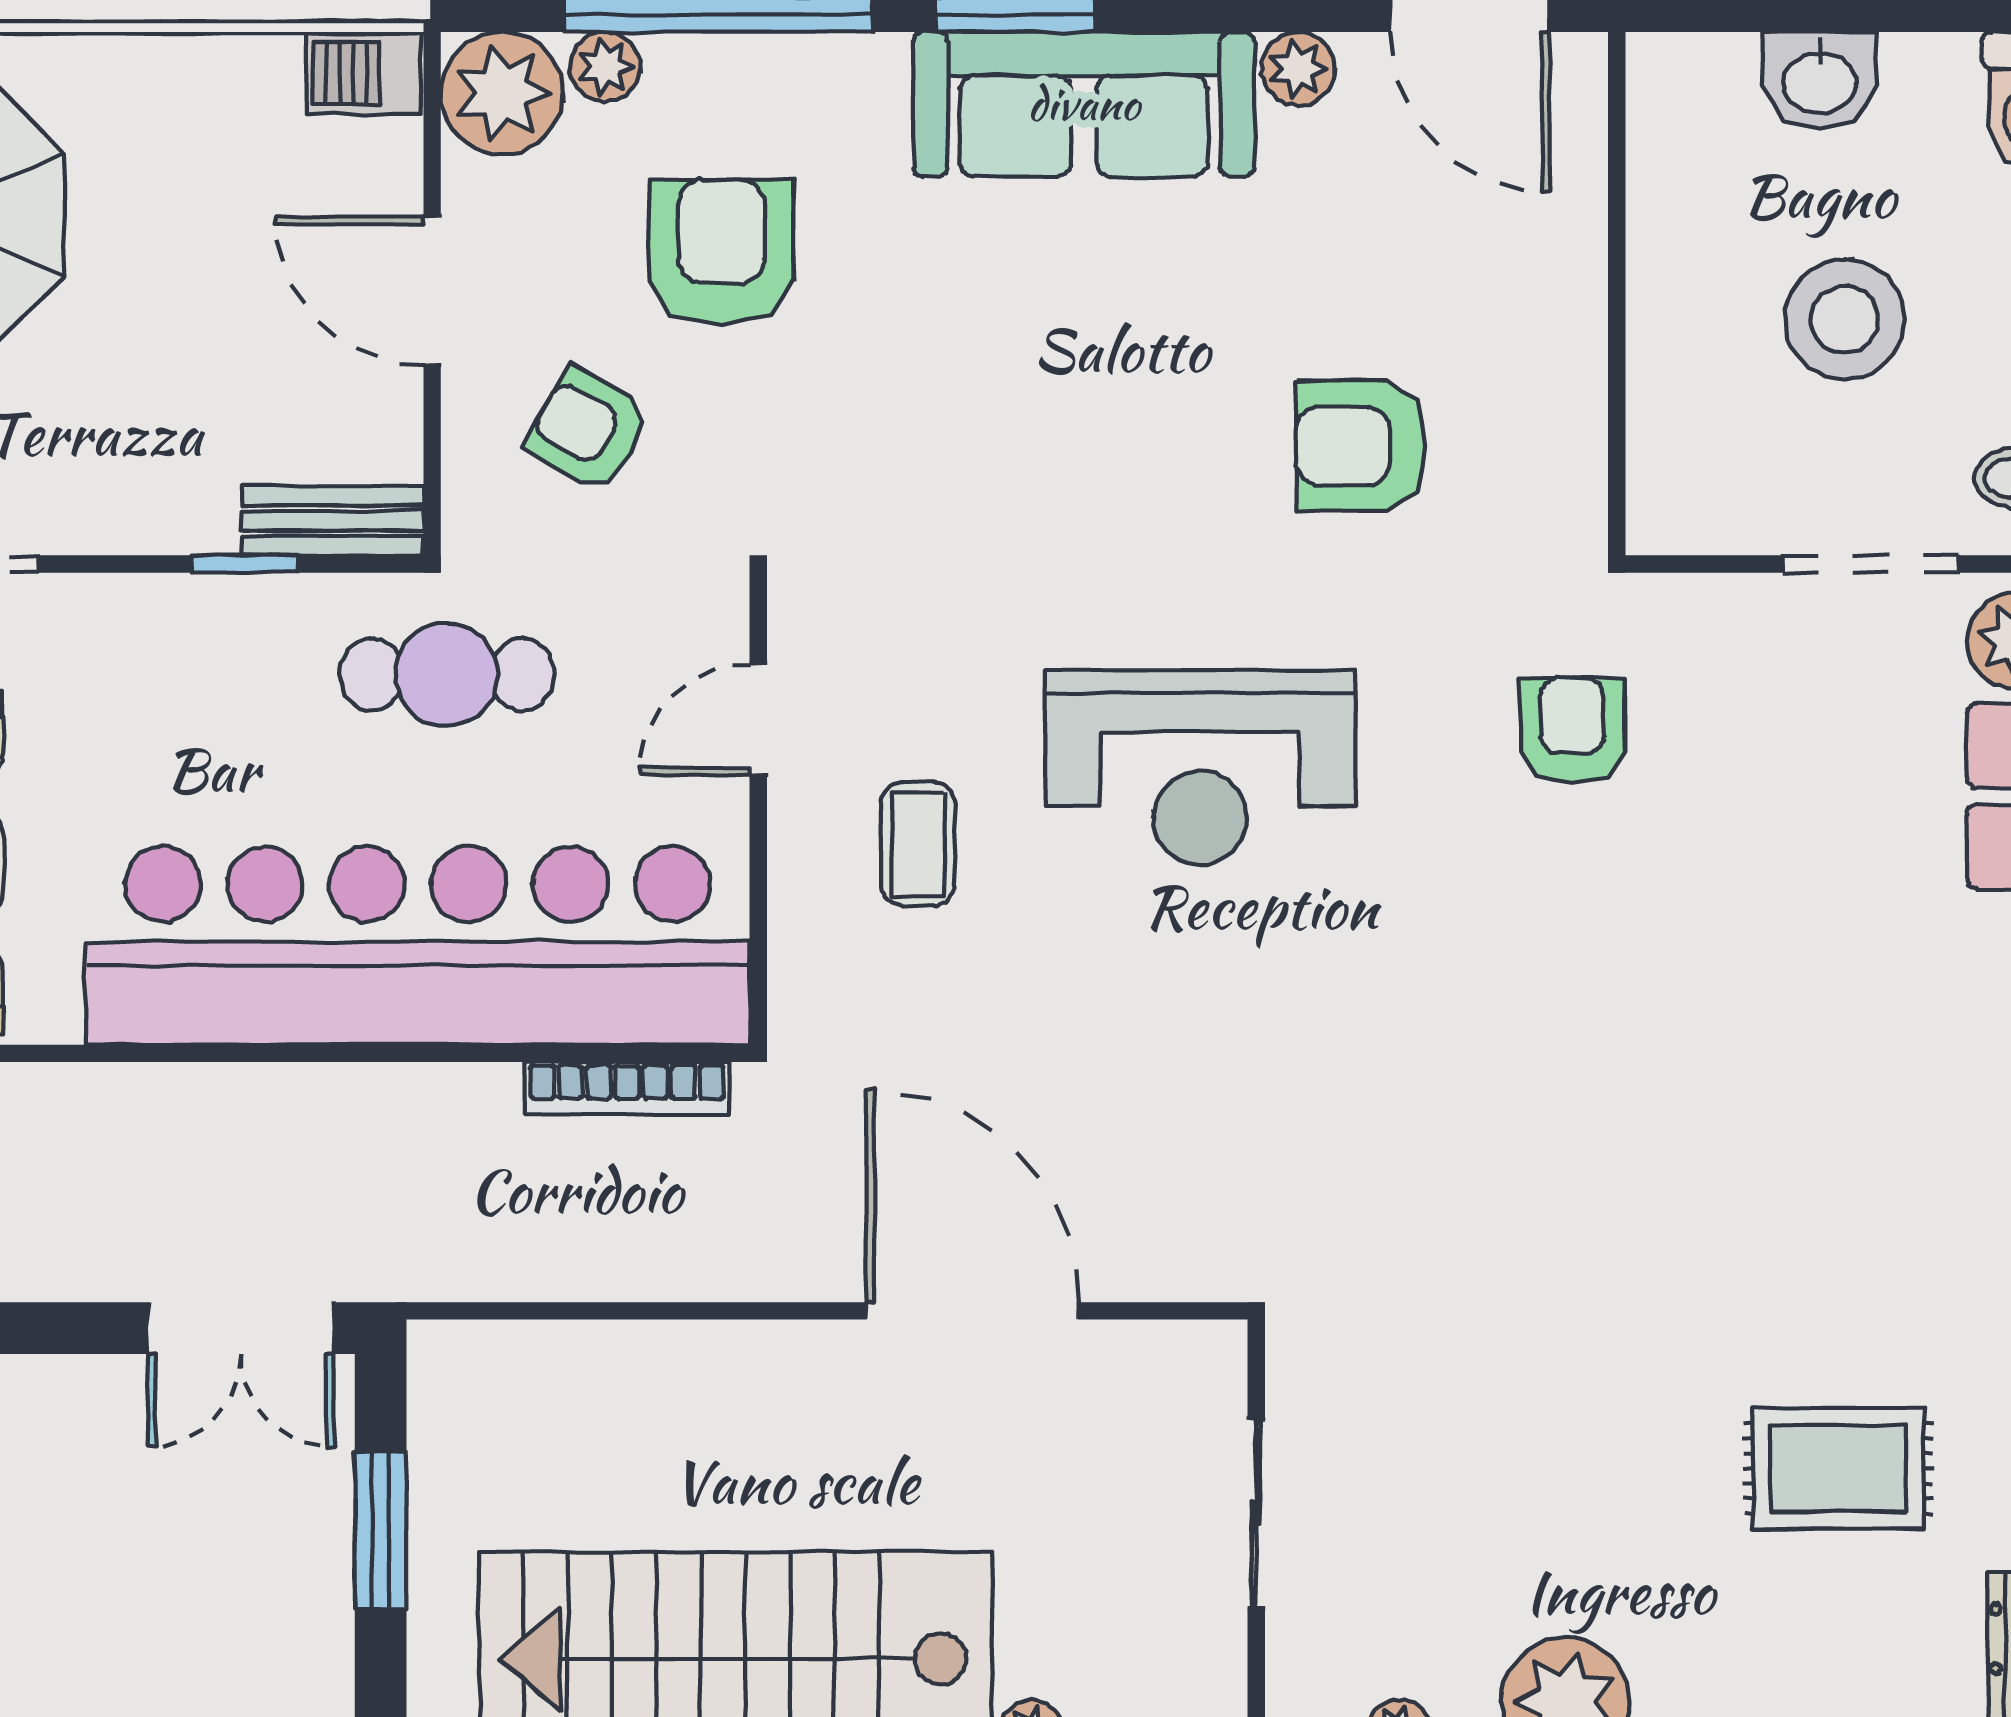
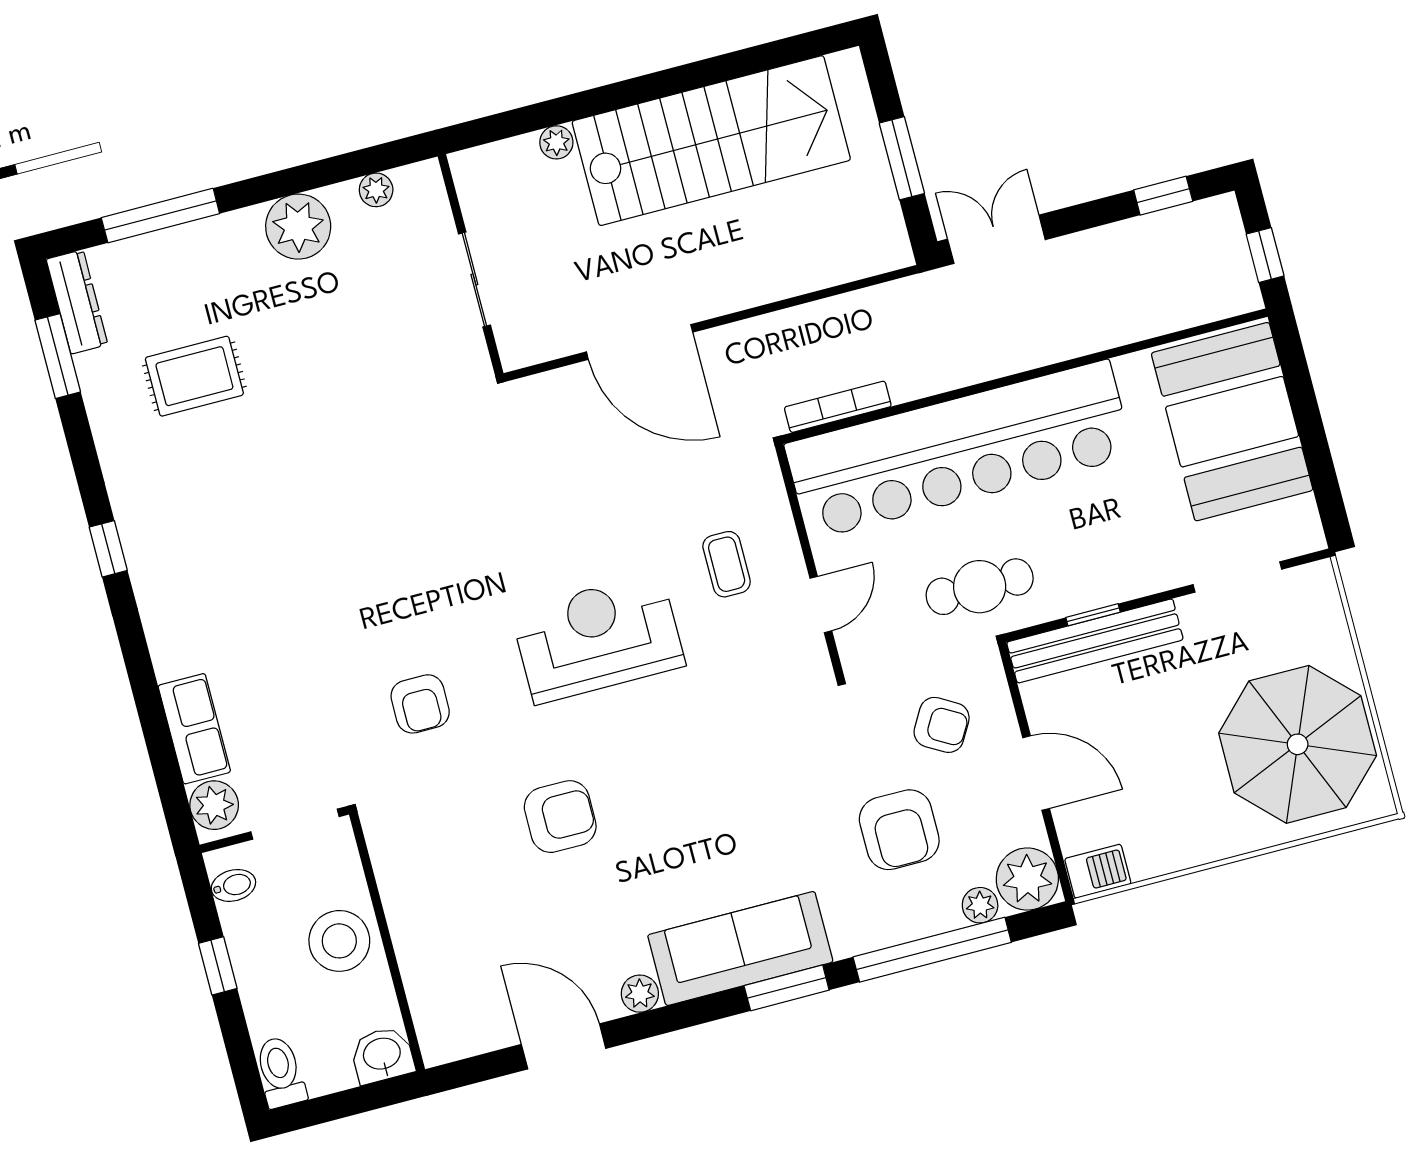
wall: (1617, 294) -> (387, 942), moved
bench: (333, 521) -> (1095, 641), width x1.86, depth x1.21

